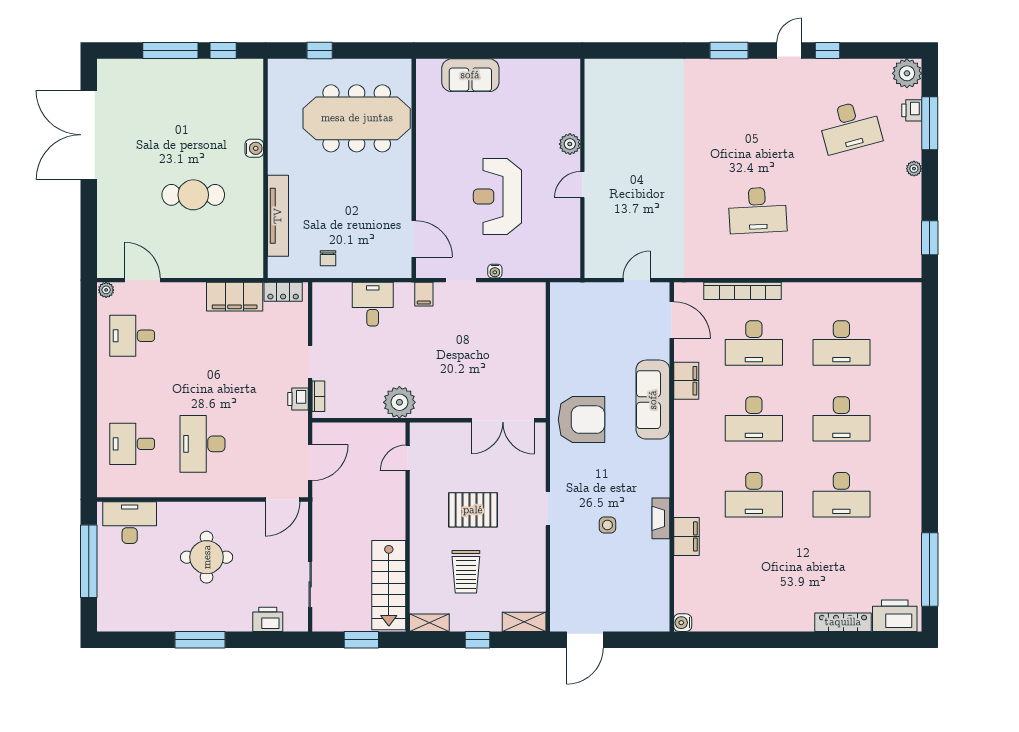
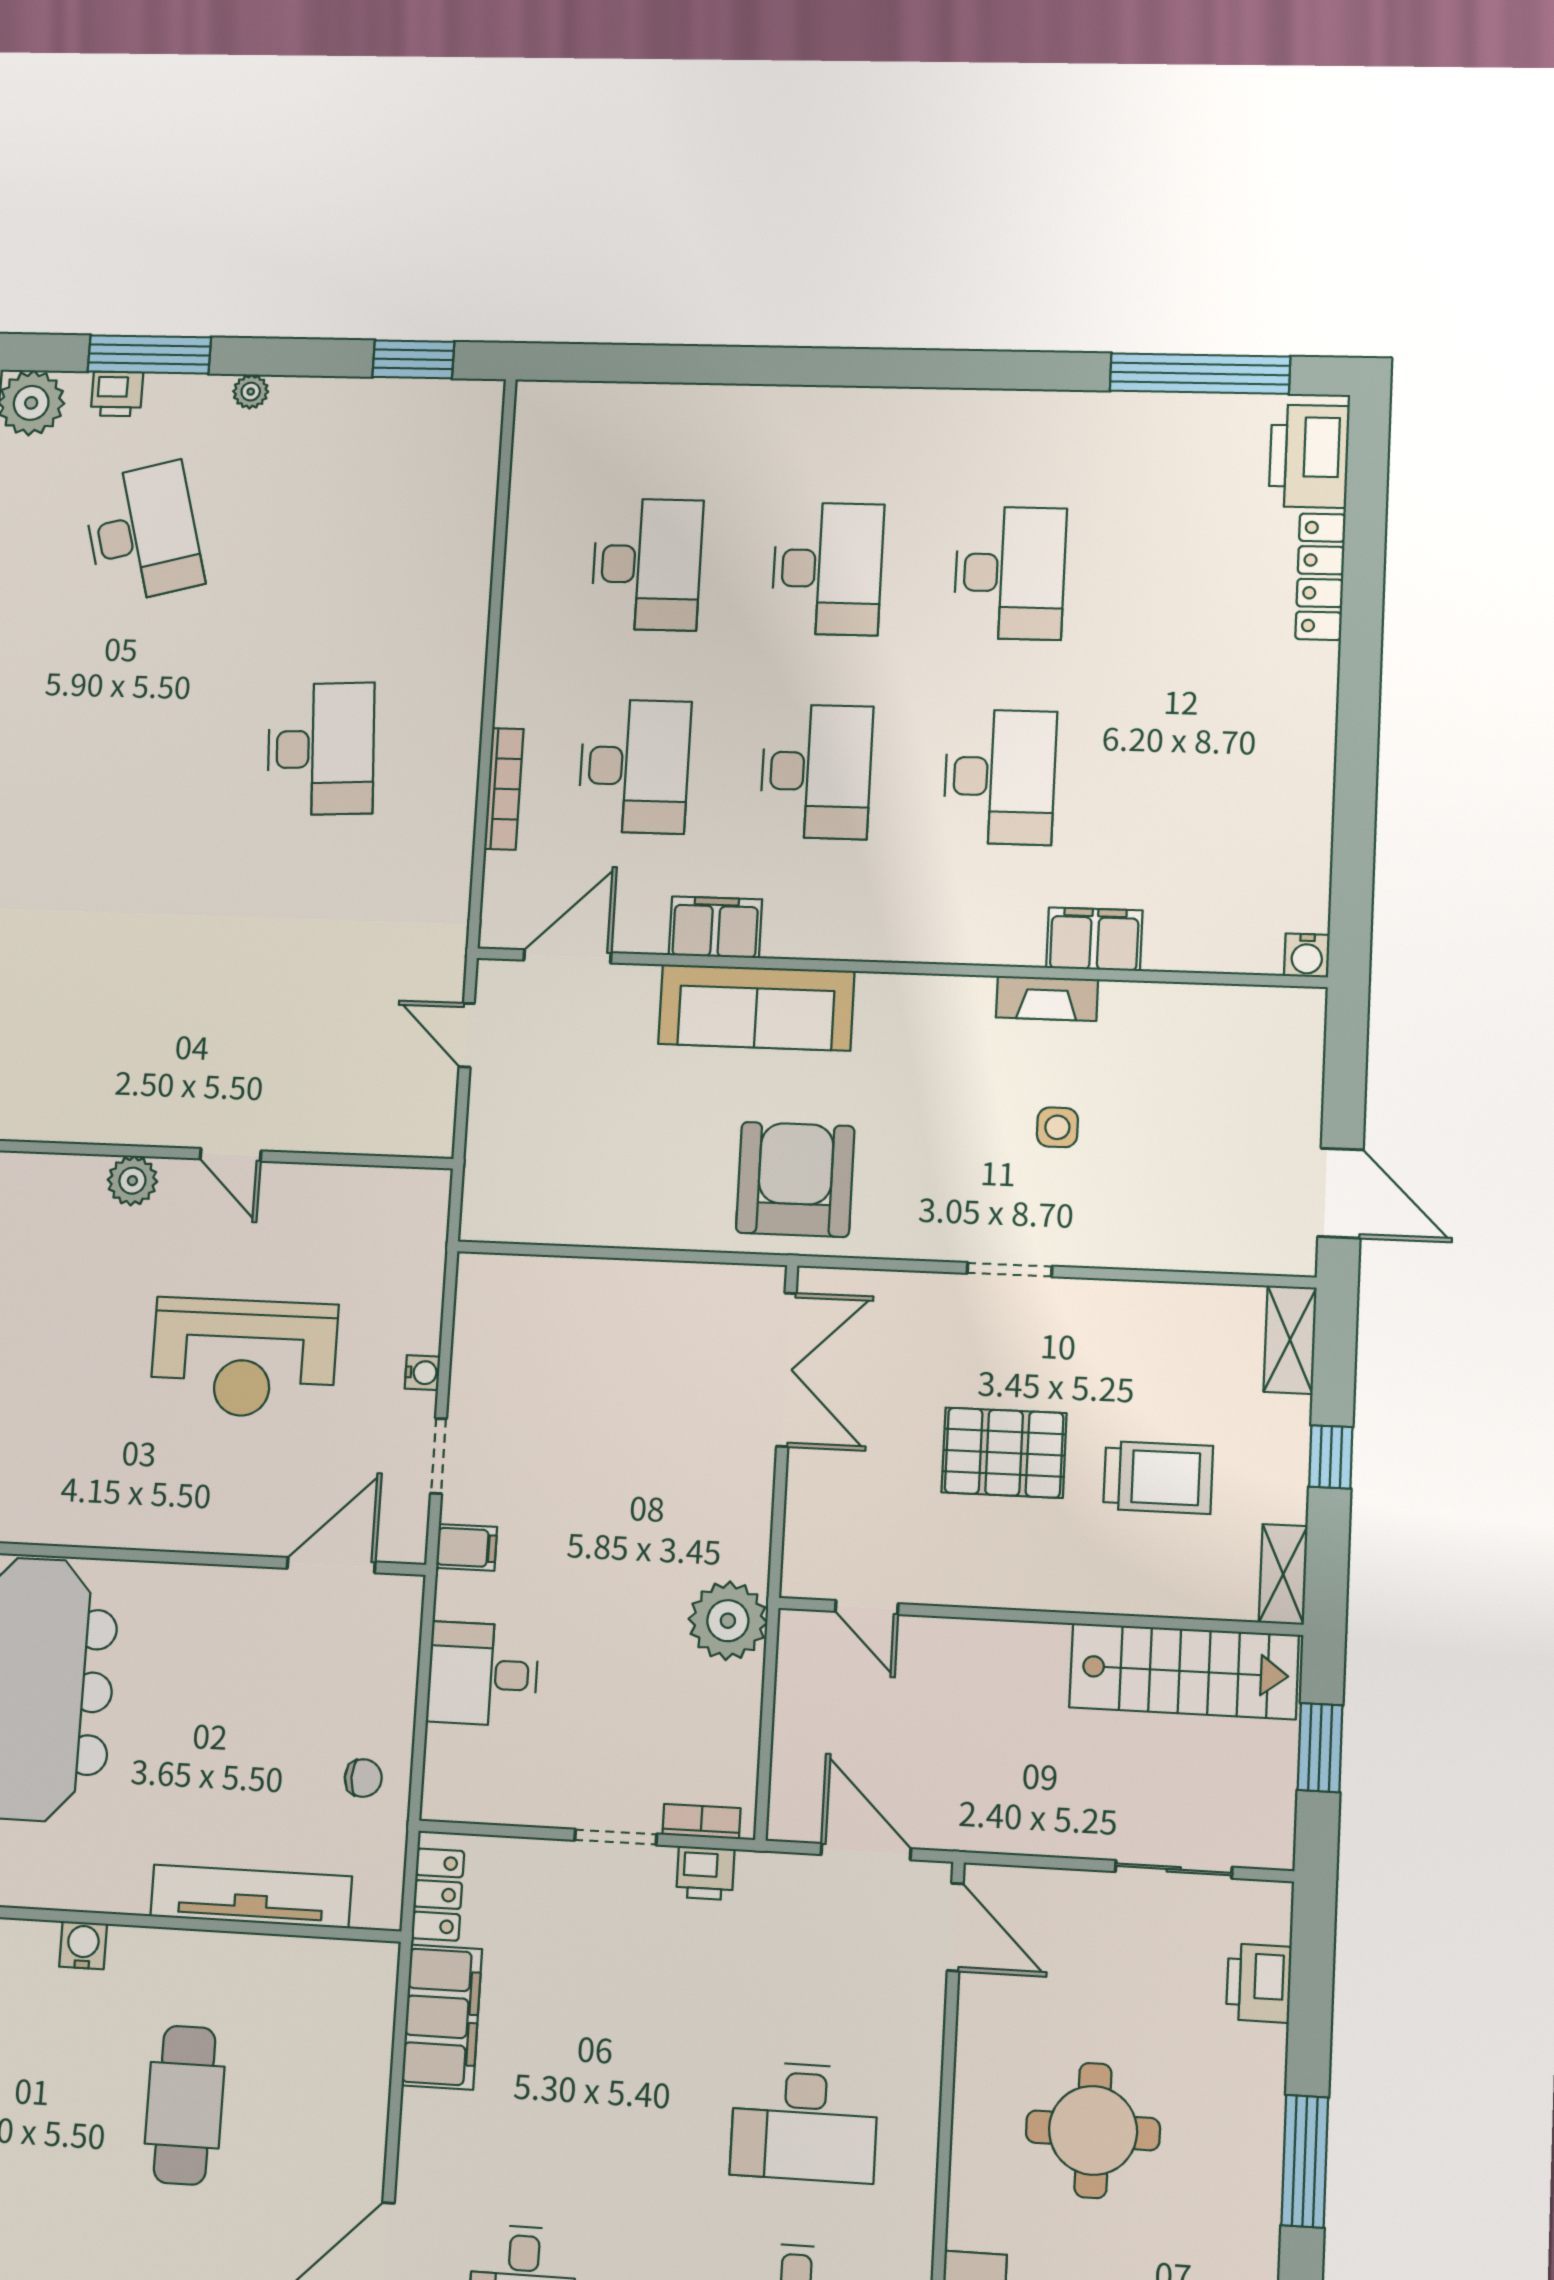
bookcase: (743, 291) -> (504, 789), width x0.68, depth x0.76
pallet: (473, 510) -> (1004, 1453), turned 90

